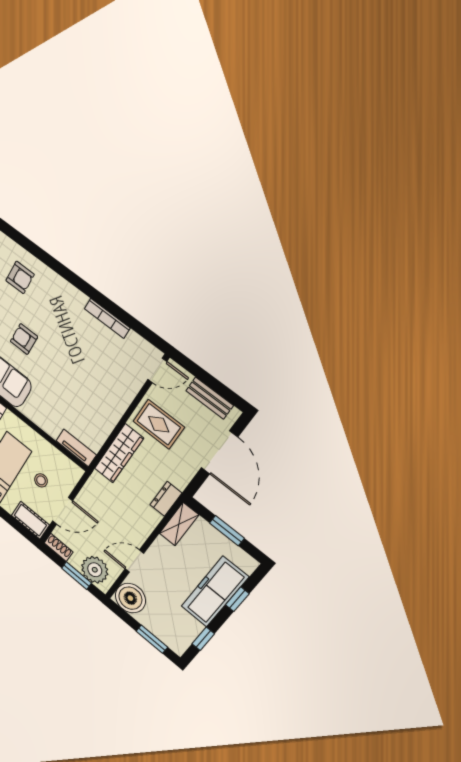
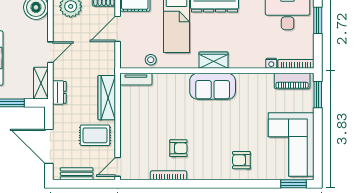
armchair: (24, 339) -> (178, 148), moved
stool: (41, 480) -> (151, 60), moved
door: (134, 561) -> (50, 52), moved

